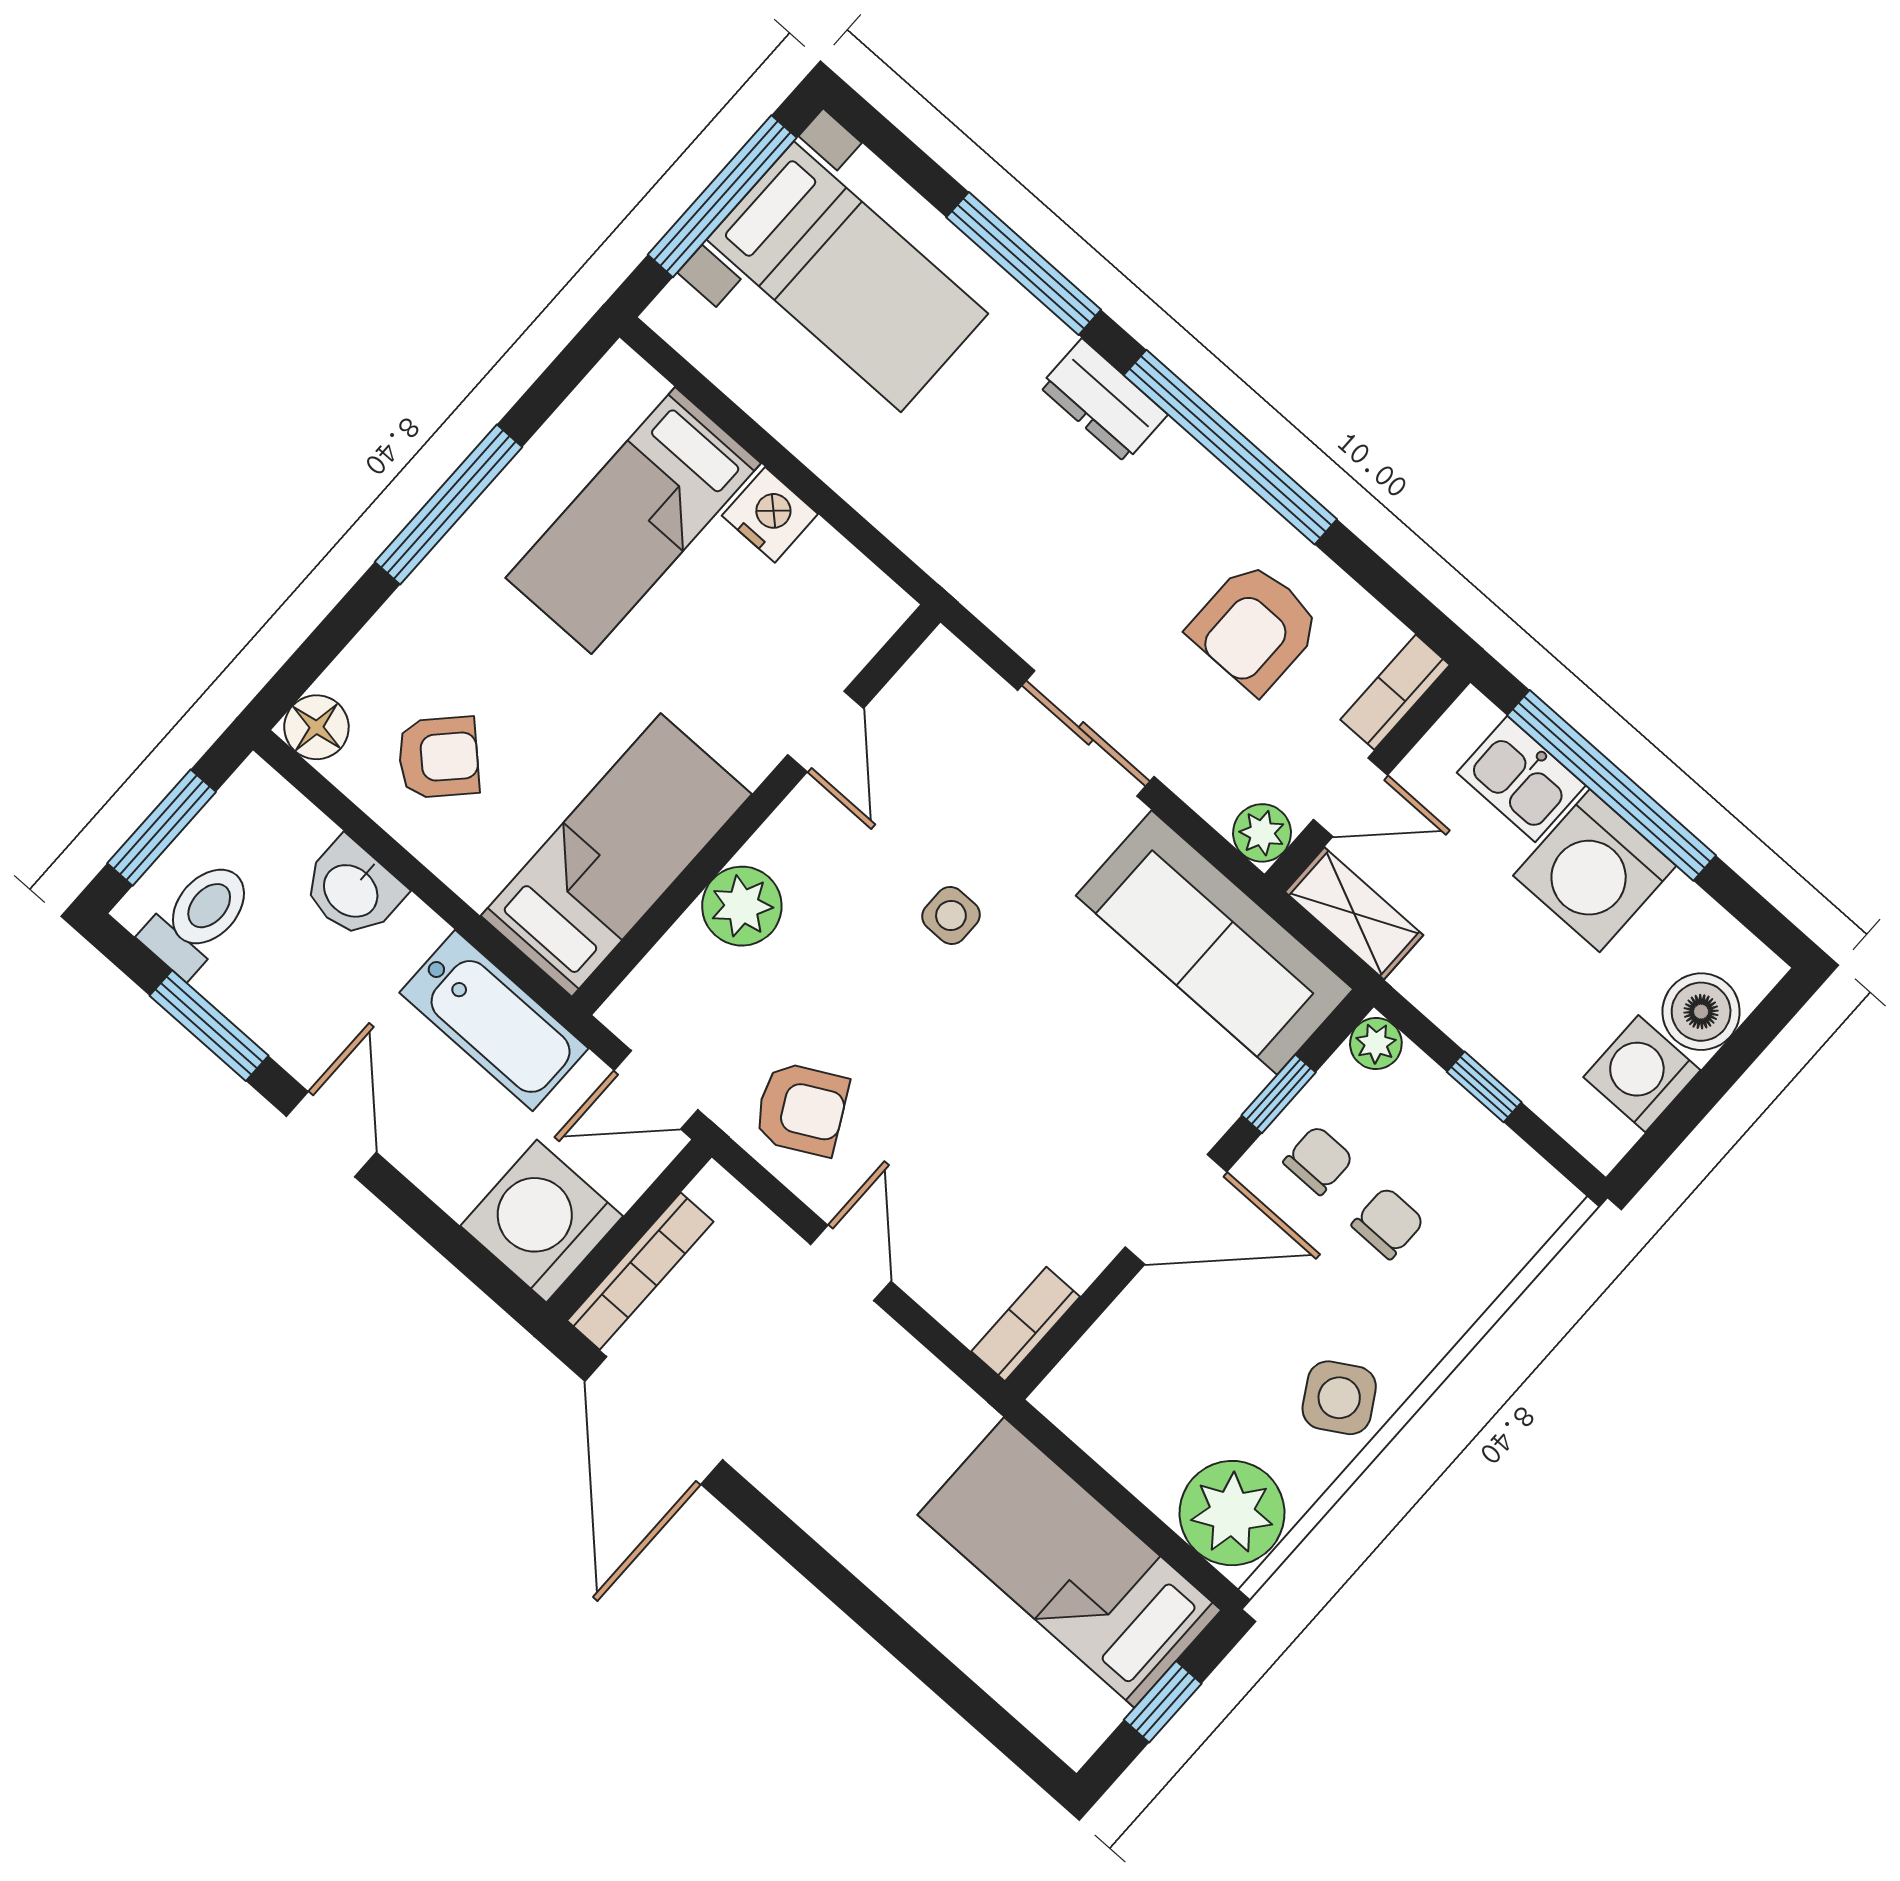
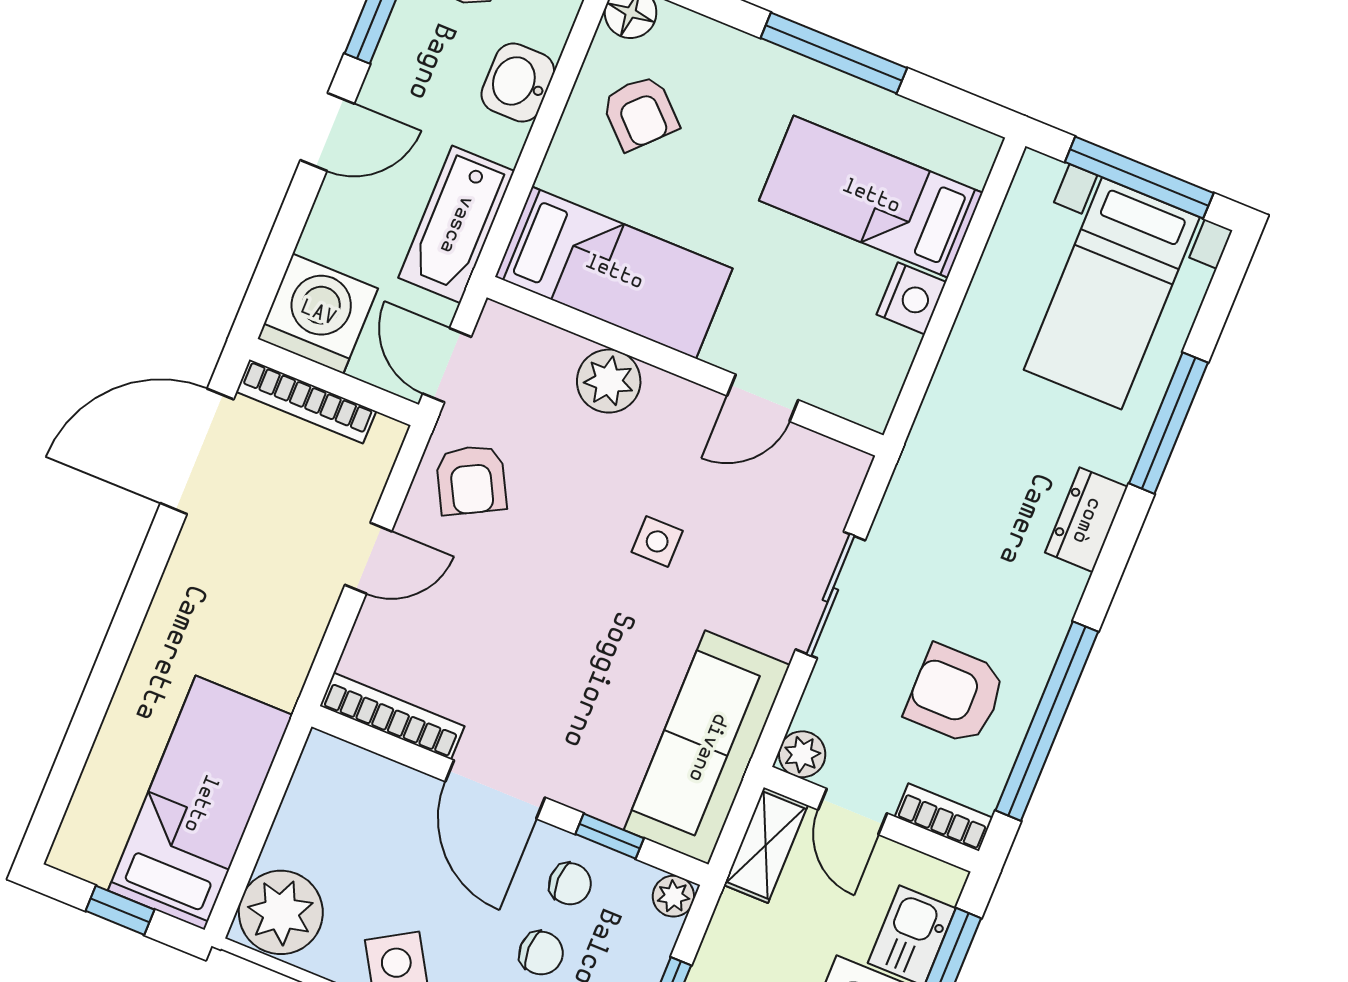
window: (1230, 447) -> (1047, 721), moved
bookcase: (1026, 1324) -> (392, 716), width x1.56

